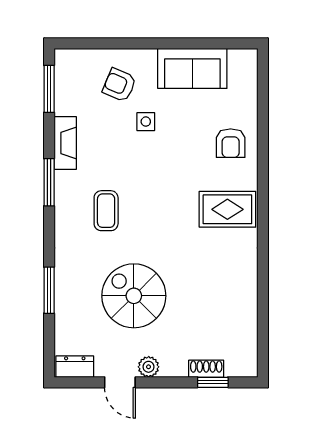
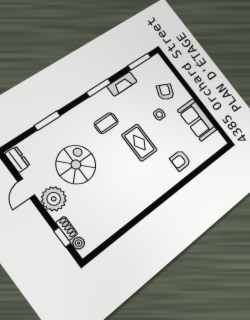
rug: (227, 209) -> (139, 143), moved
plant: (149, 367) -> (54, 199), width x1.88, depth x1.88
plant: (235, 368) -> (79, 243), added

